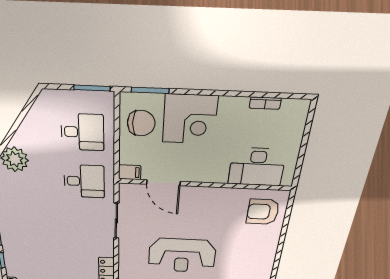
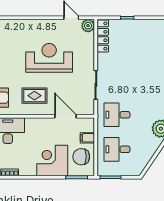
filing cabinet: (130, 172) -> (87, 138), moved
rug: (208, 212) -> (34, 96), added

